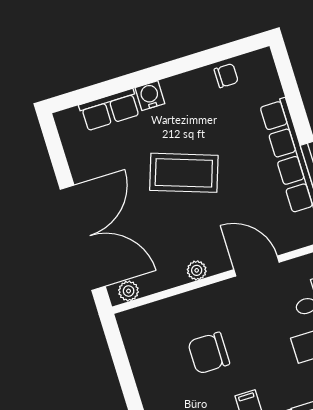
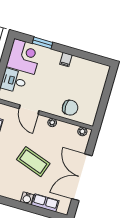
double door: (83, 238) -> (82, 177), moved
chair: (209, 353) -> (70, 108), moved

